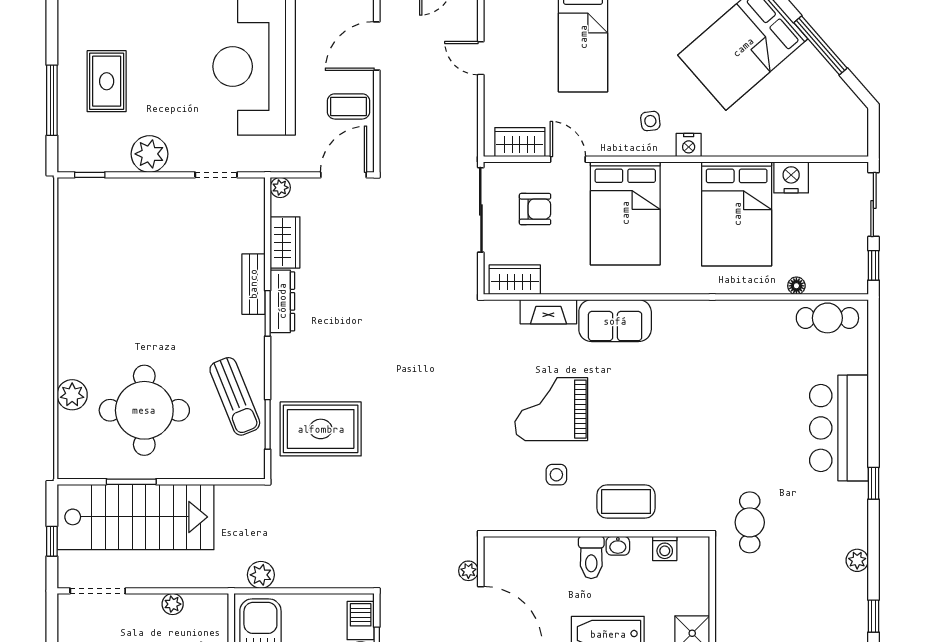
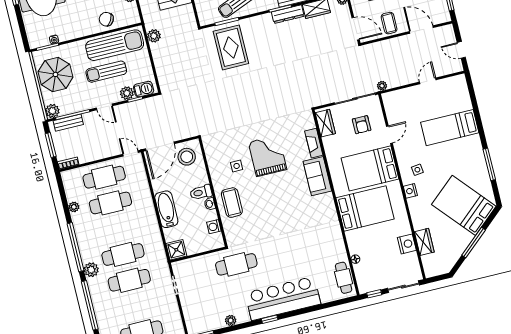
wardrobe: (520, 142) -> (424, 242), moved
bed: (737, 214) -> (365, 208), moved, turned 180
bar counter: (839, 428) -> (283, 298), width x1.36
cafe table: (750, 522) -> (236, 264), width x1.37, depth x1.35
stool: (514, 568) -> (187, 157), added
plant: (468, 571) -> (382, 86), moved

